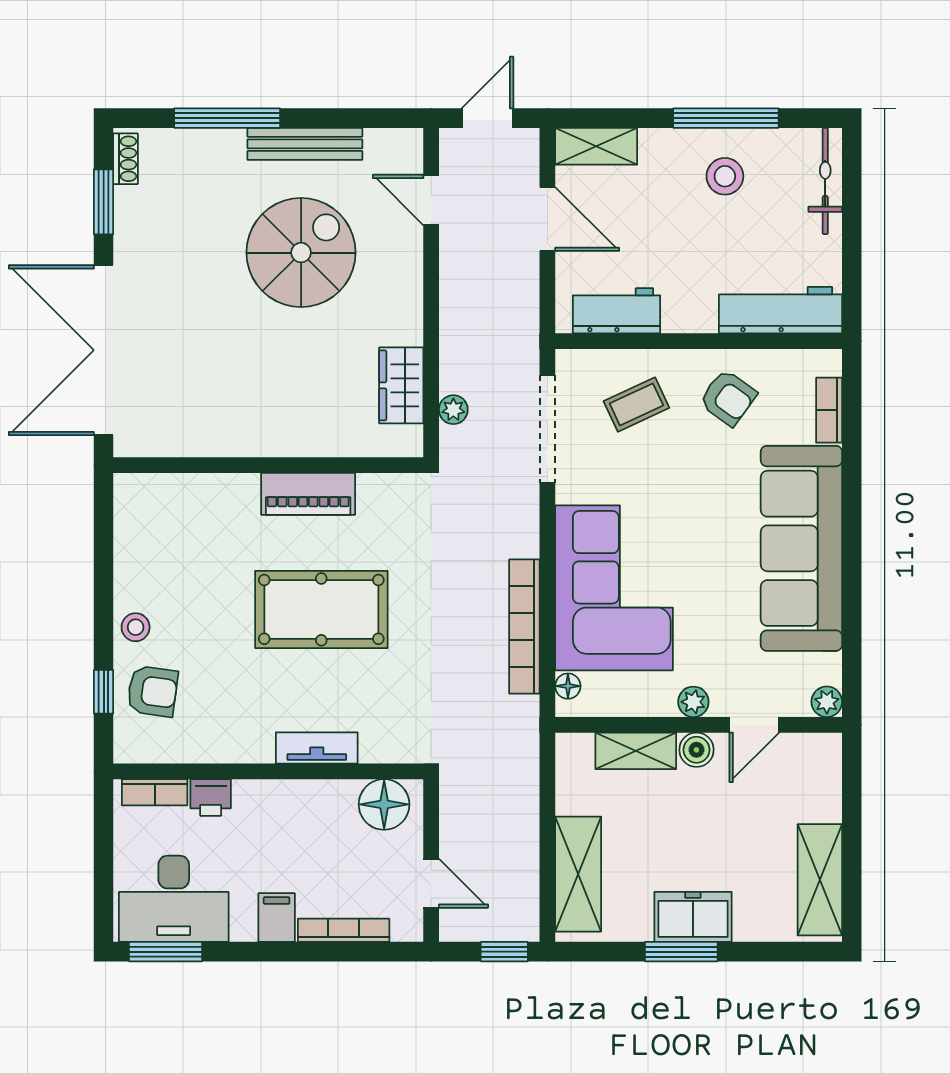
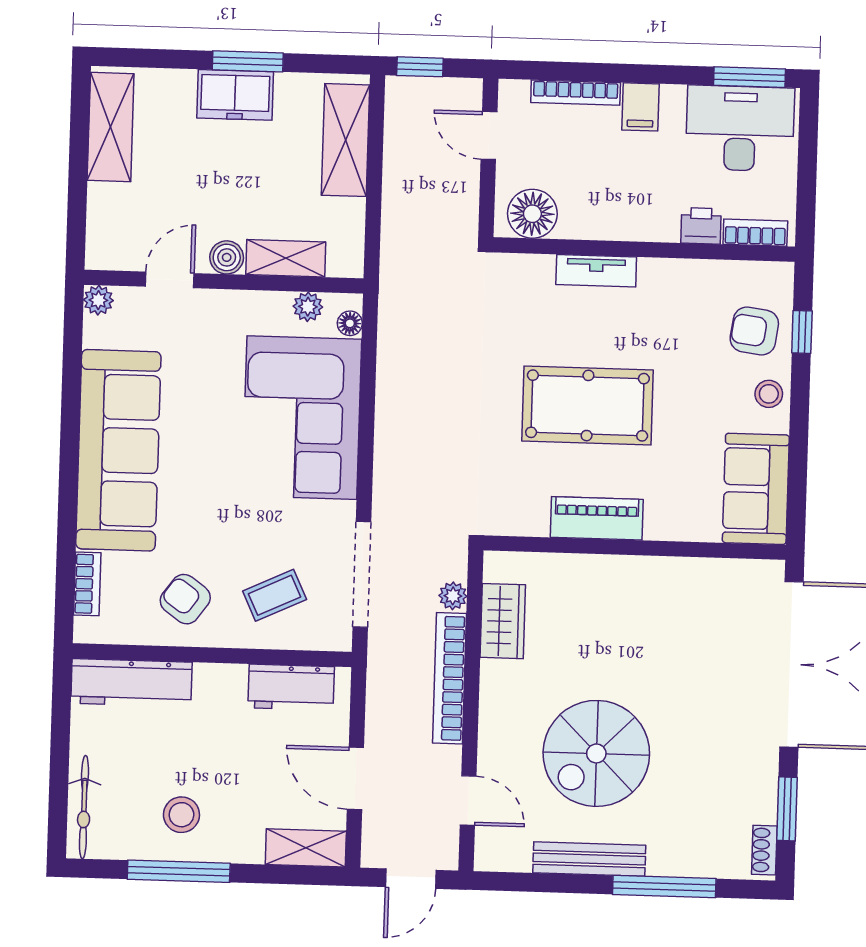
sofa: (146, 529) -> (756, 489), added
bookcase: (524, 627) -> (450, 678), moved, turned 180
plant: (693, 702) -> (308, 307), moved

